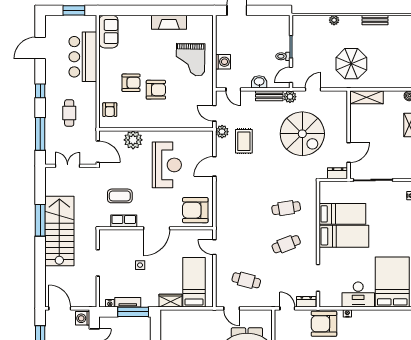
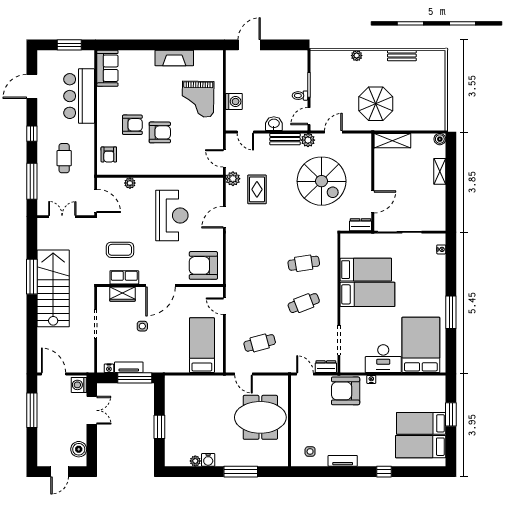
plant: (133, 140) -> (130, 183), width x0.53, depth x0.53
cafe table: (246, 280) -> (260, 343), turned -30
wardrobe: (171, 301) -> (122, 294), moved, turned 180

